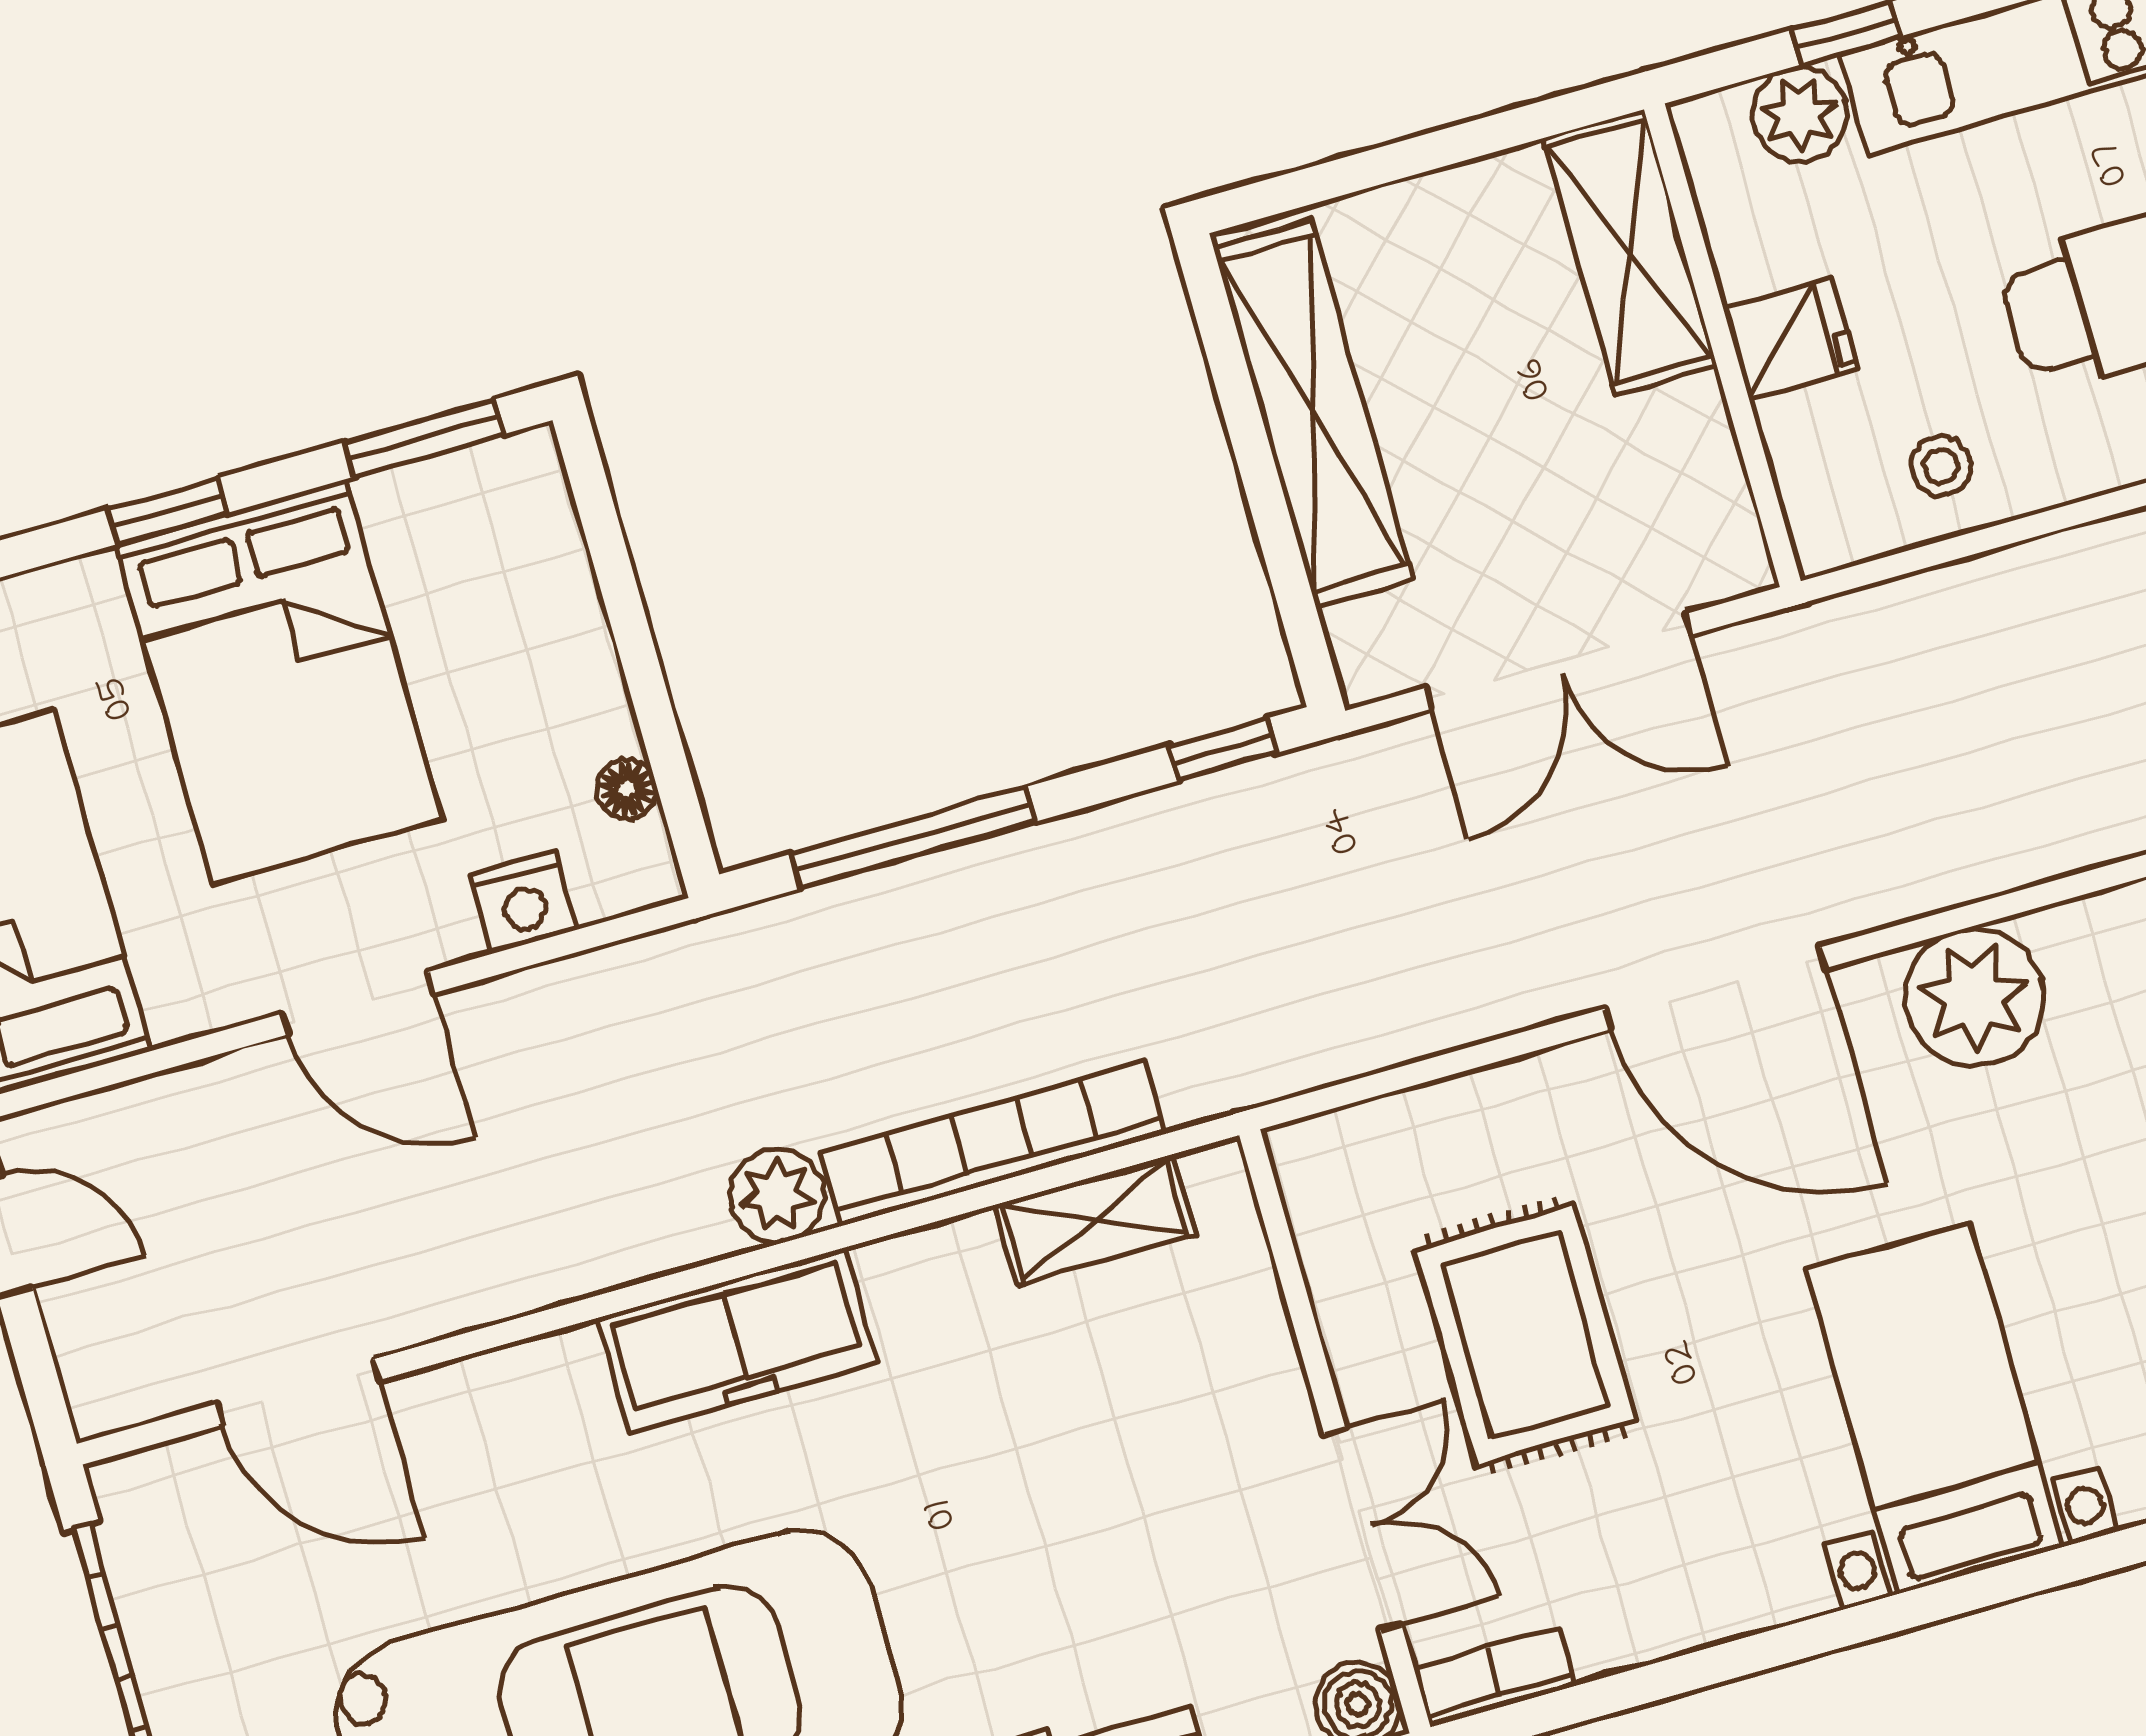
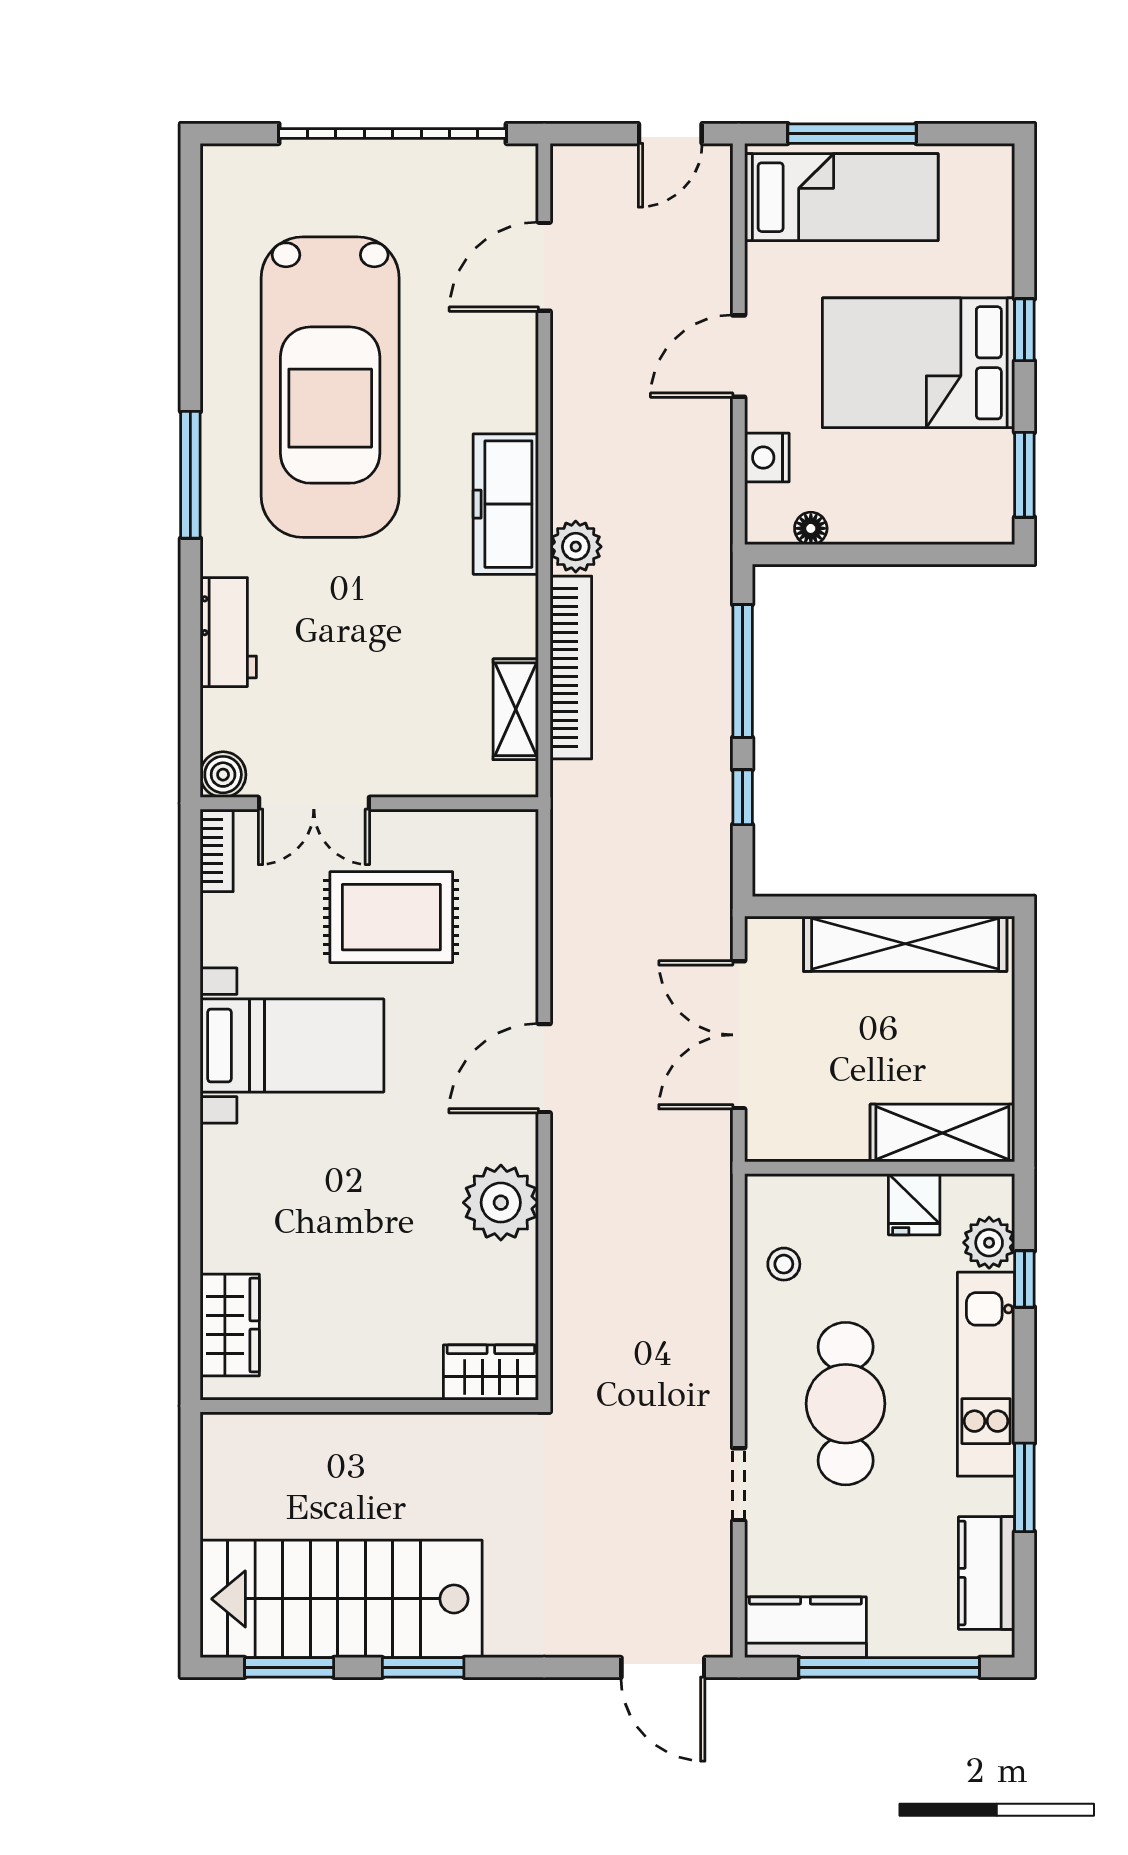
fridge: (1790, 339) -> (914, 1204), moved
window: (1223, 749) -> (743, 797), moved
door: (1715, 988) -> (544, 1068), width x0.73
bed with nightstands: (1934, 1408) -> (292, 1045), moved

